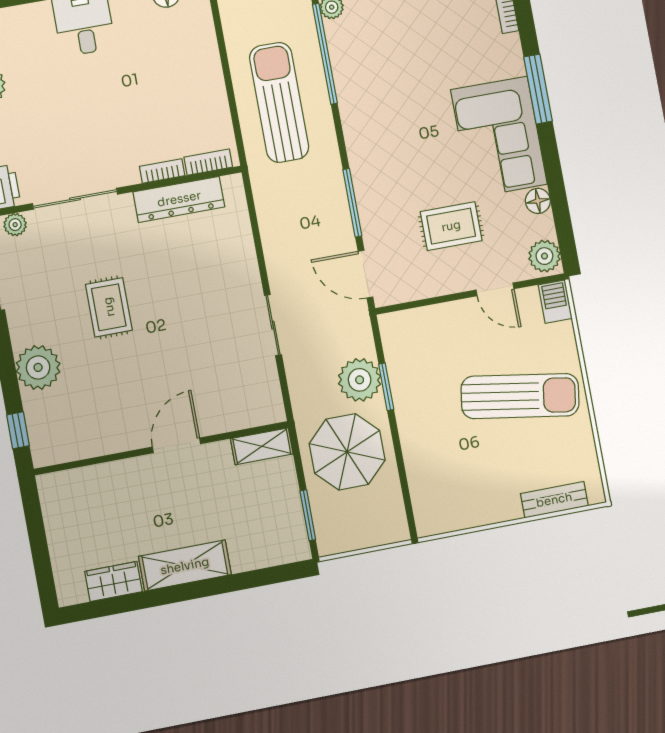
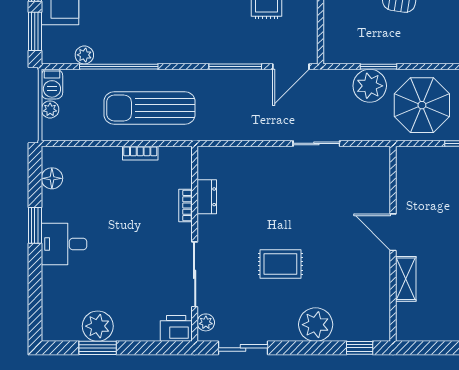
bookcase: (208, 162) -> (140, 153), moved, turned -90
dresser: (179, 199) -> (207, 197), width x0.51, depth x0.80
shelving: (262, 446) -> (406, 279), moved

